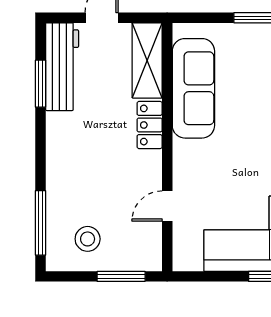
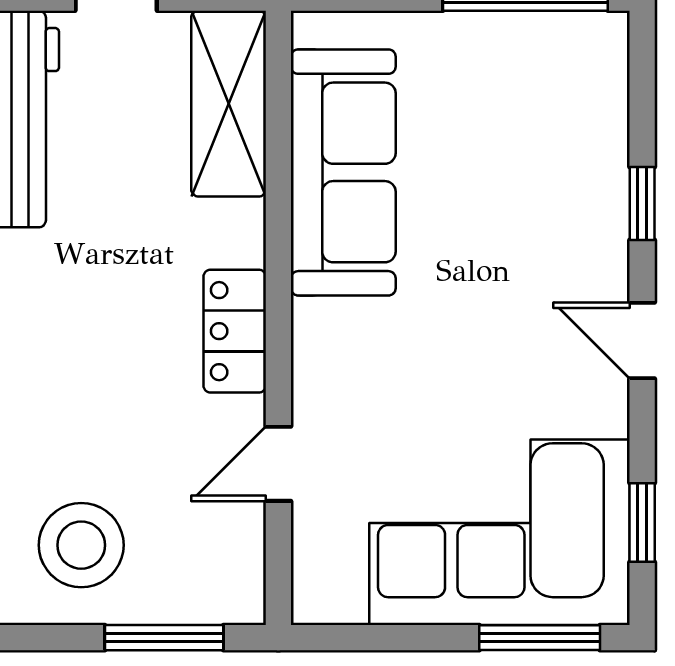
locker: (150, 125) -> (235, 331), moved
stool: (88, 239) -> (81, 545), width x1.38, depth x1.38

